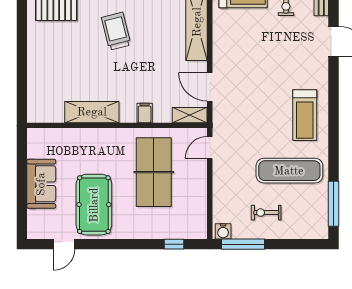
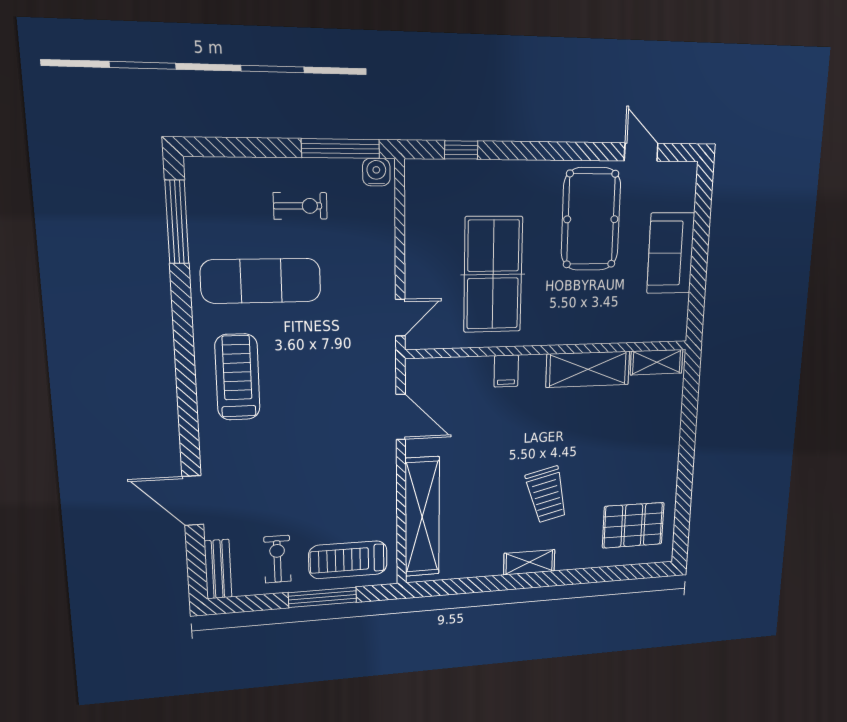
shelving: (190, 115) -> (657, 362), moved
door: (64, 244) -> (641, 152), hinge flipped

